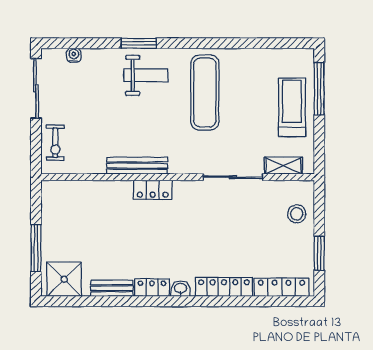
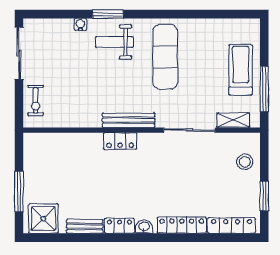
water cooler: (74, 55) -> (80, 24), moved
weight bench: (146, 75) -> (114, 42), turned 180
window: (319, 89) -> (264, 89), moved
bench: (137, 166) -> (129, 120), moved

